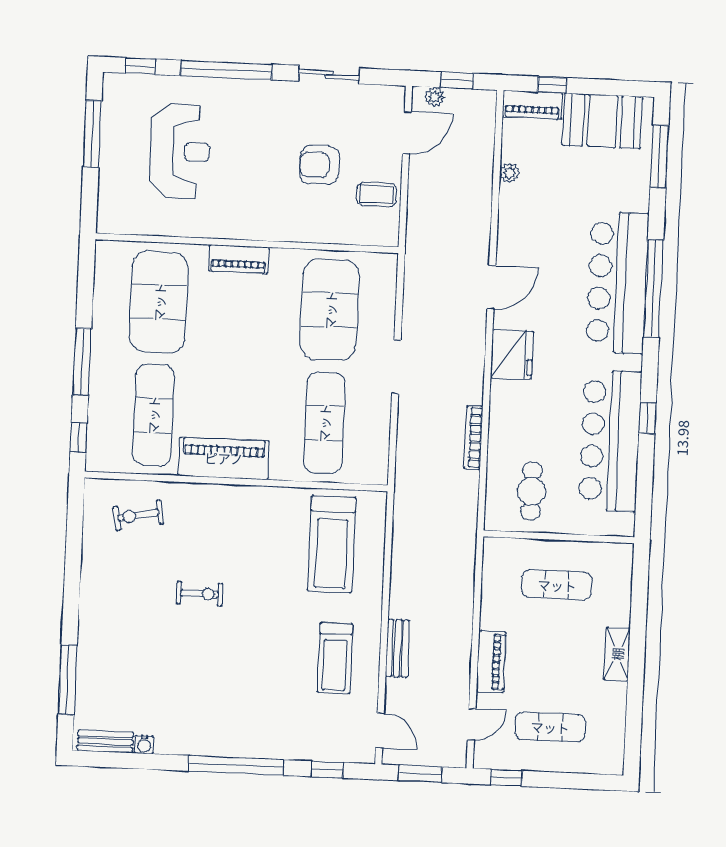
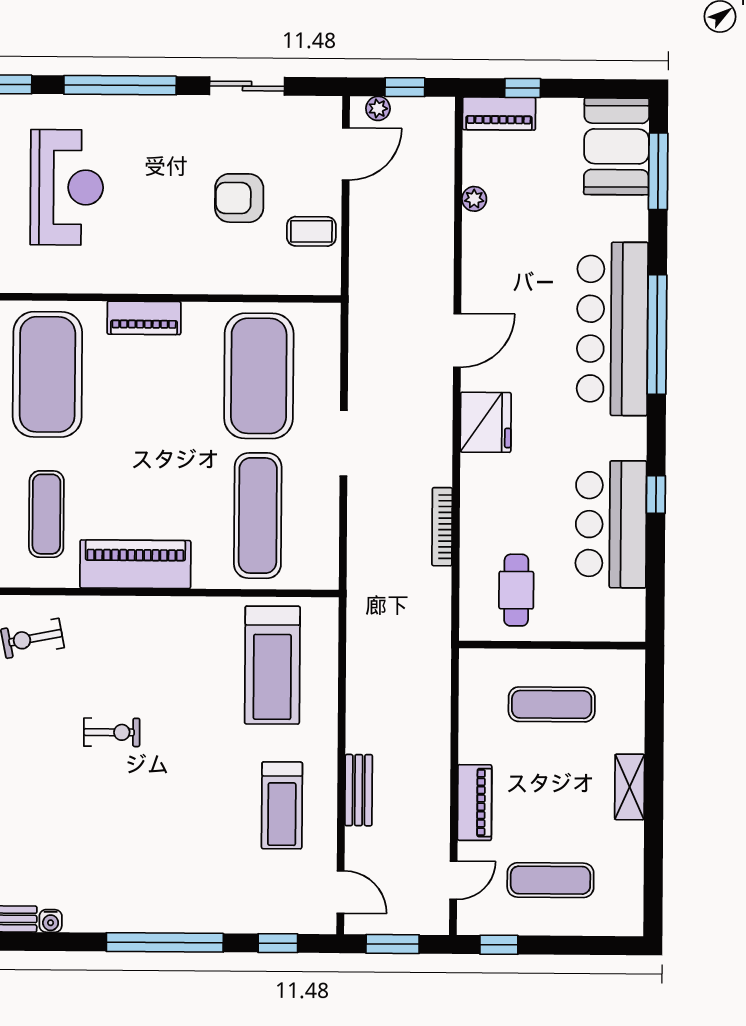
booth: (602, 121) -> (616, 146), moved, turned 90
exercise mat: (153, 415) -> (46, 514), width x0.73, depth x0.69
bar counter: (610, 441) -> (611, 524), width x0.73

